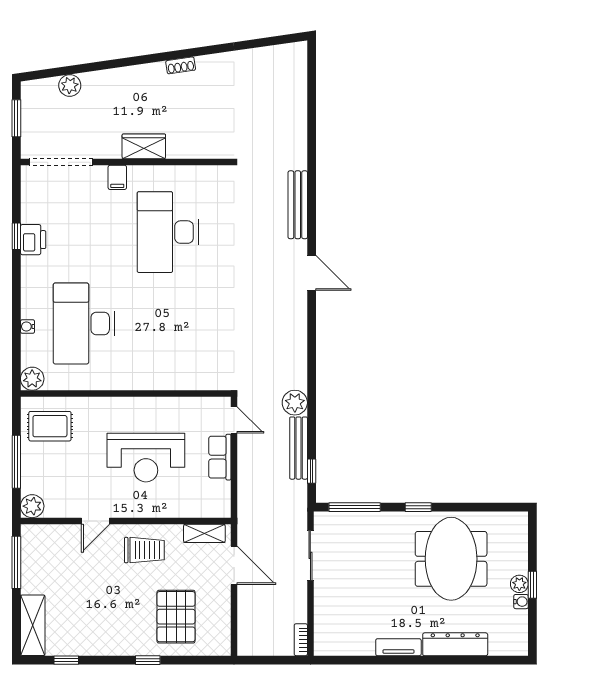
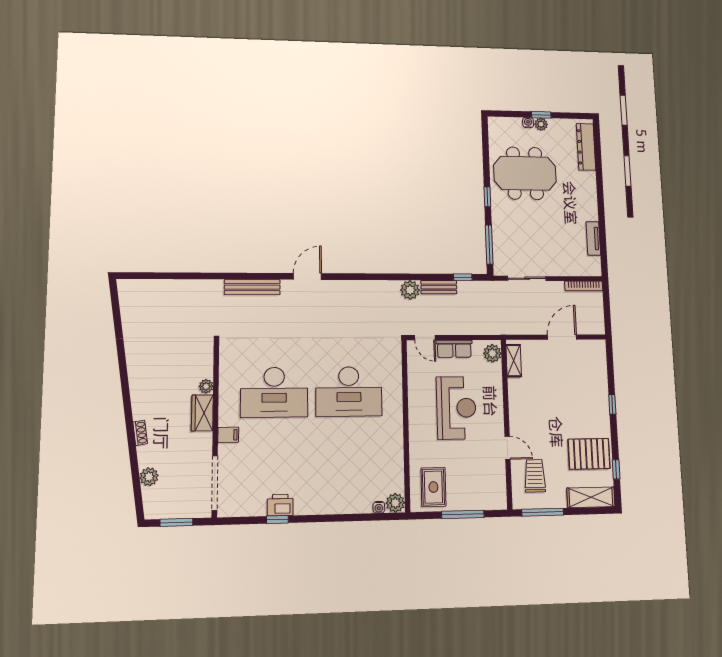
shoe rack: (181, 65) -> (140, 433), moved
plant: (176, 150) -> (206, 386), added
desk: (84, 323) -> (349, 391), moved
water cooler: (27, 327) -> (379, 507), moved
door: (234, 420) -> (425, 338), swing flipped
bench: (299, 448) -> (439, 287), width x0.73
plant: (32, 506) -> (492, 353), moved
trolley: (144, 550) -> (535, 476), moved
door: (234, 565) -> (562, 337), moved
water cooler: (521, 602) -> (528, 123), moved
pallet: (176, 617) -> (589, 454), moved
bookcase: (301, 640) -> (584, 286), width x1.56
dresser: (455, 644) -> (586, 147), moved
tv unit: (398, 647) -> (593, 238), moved

